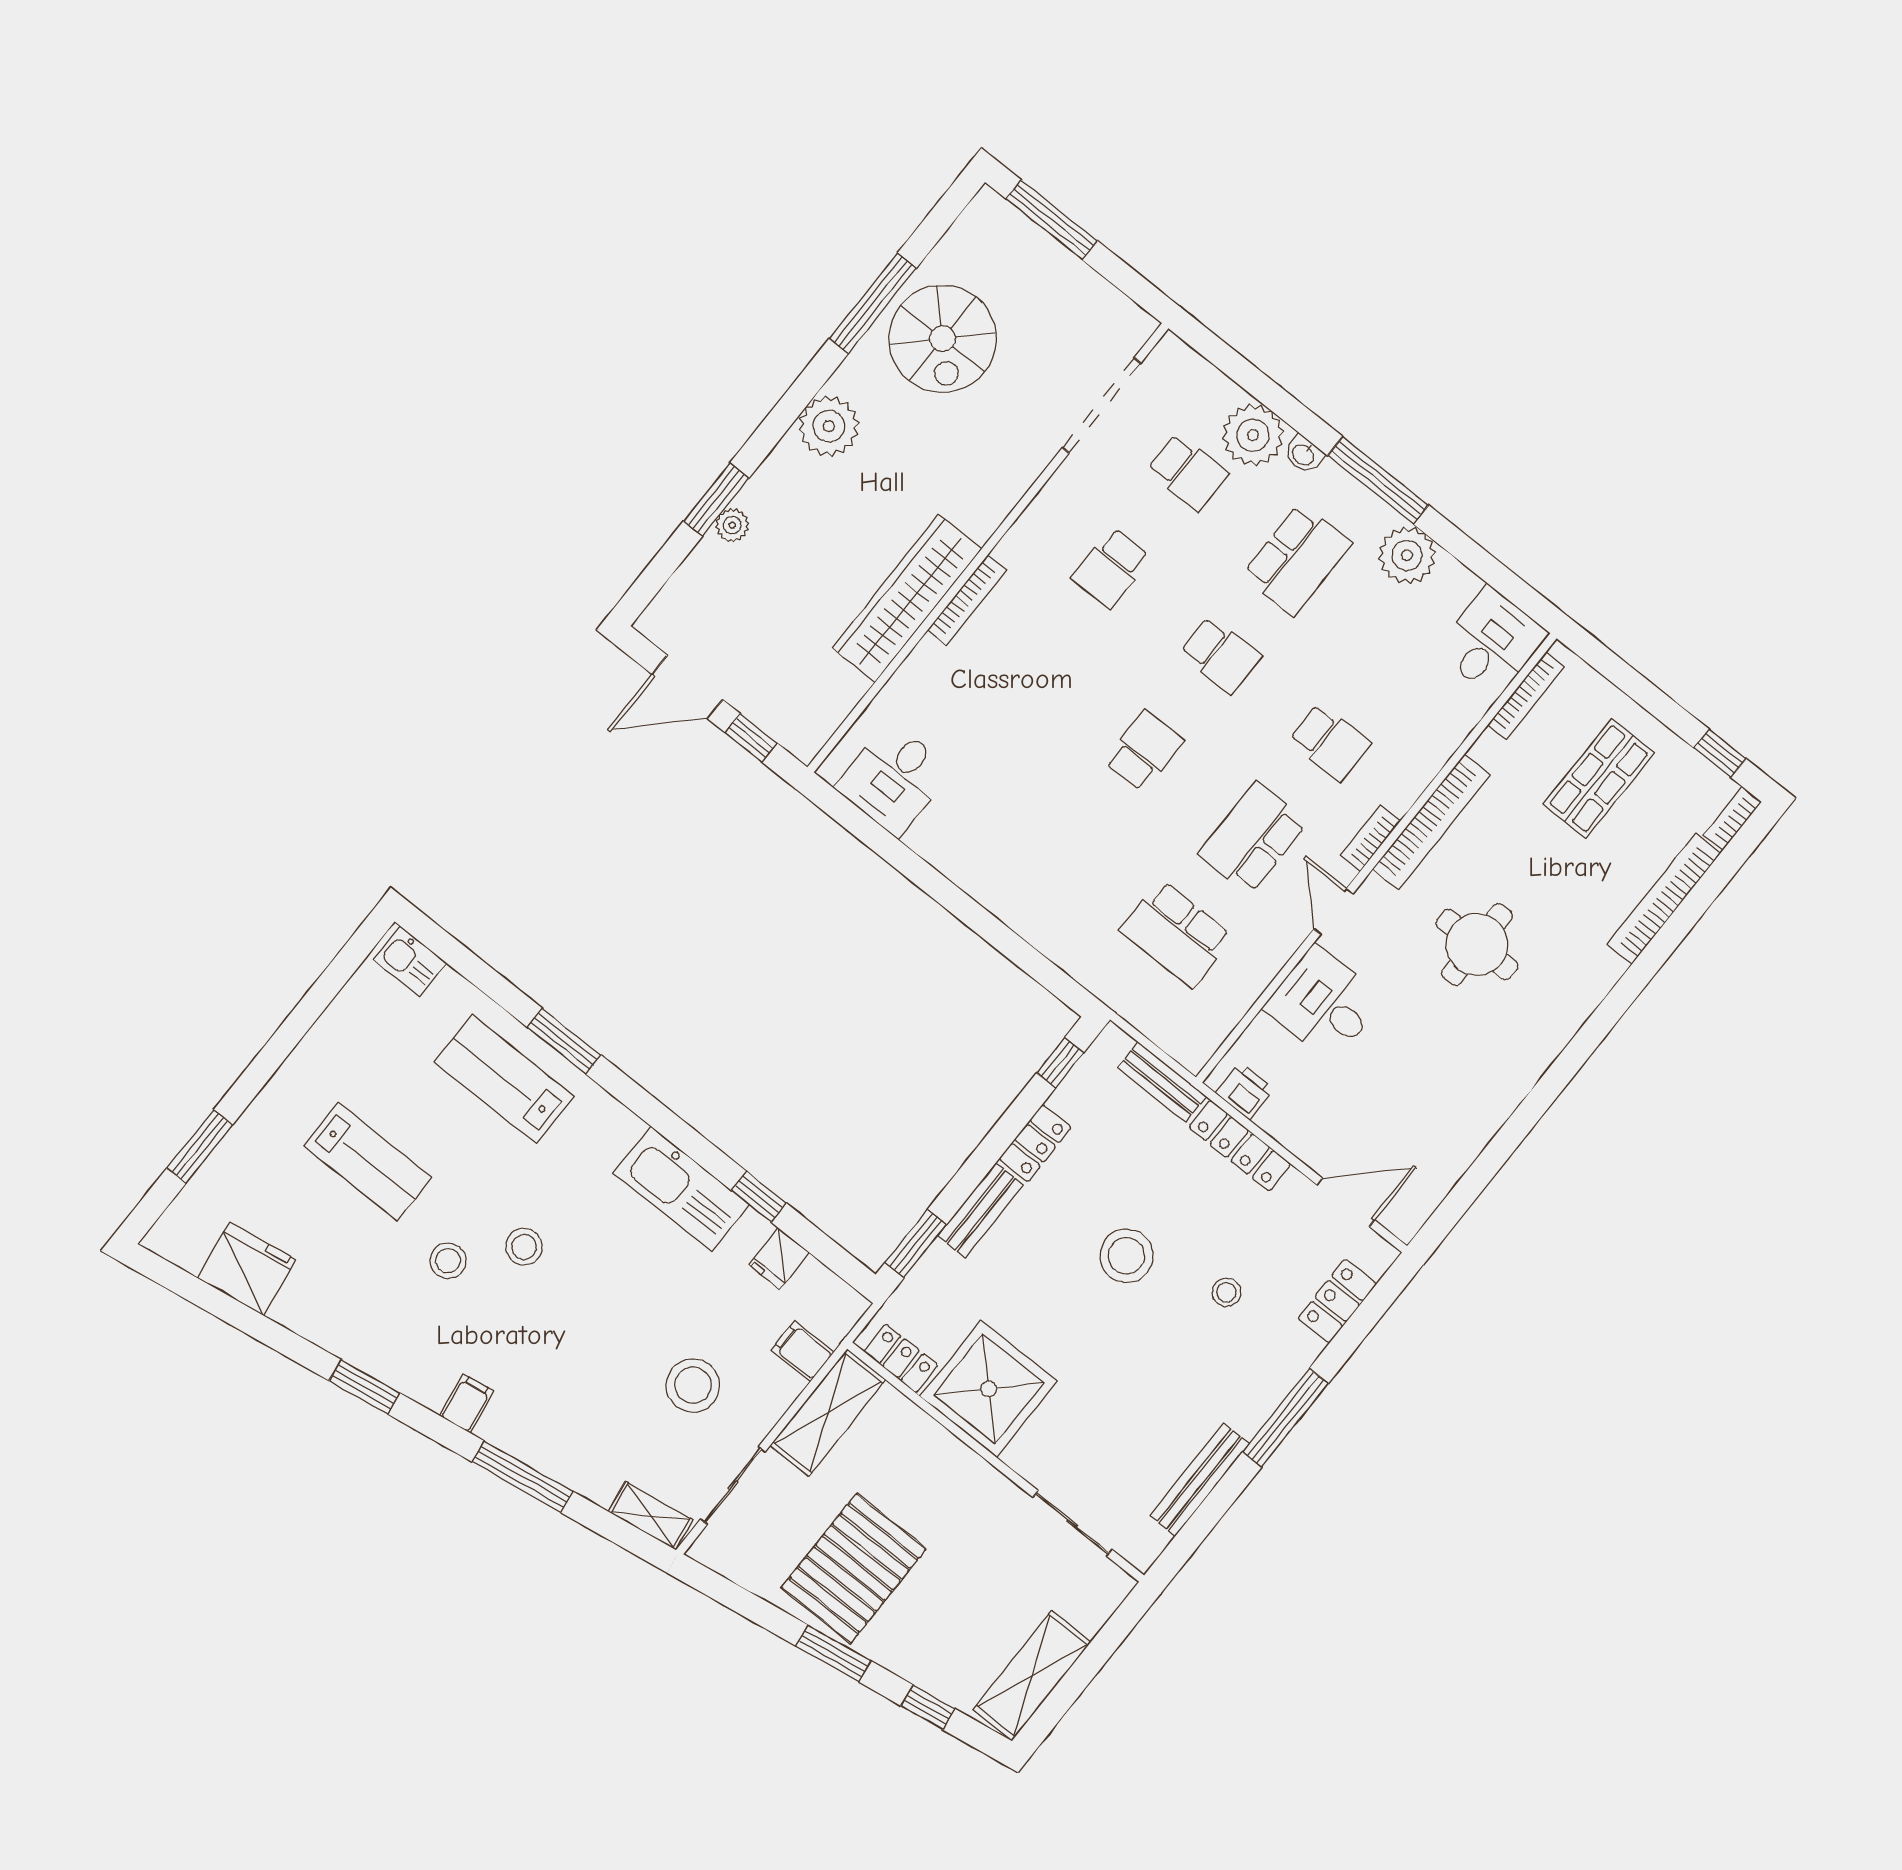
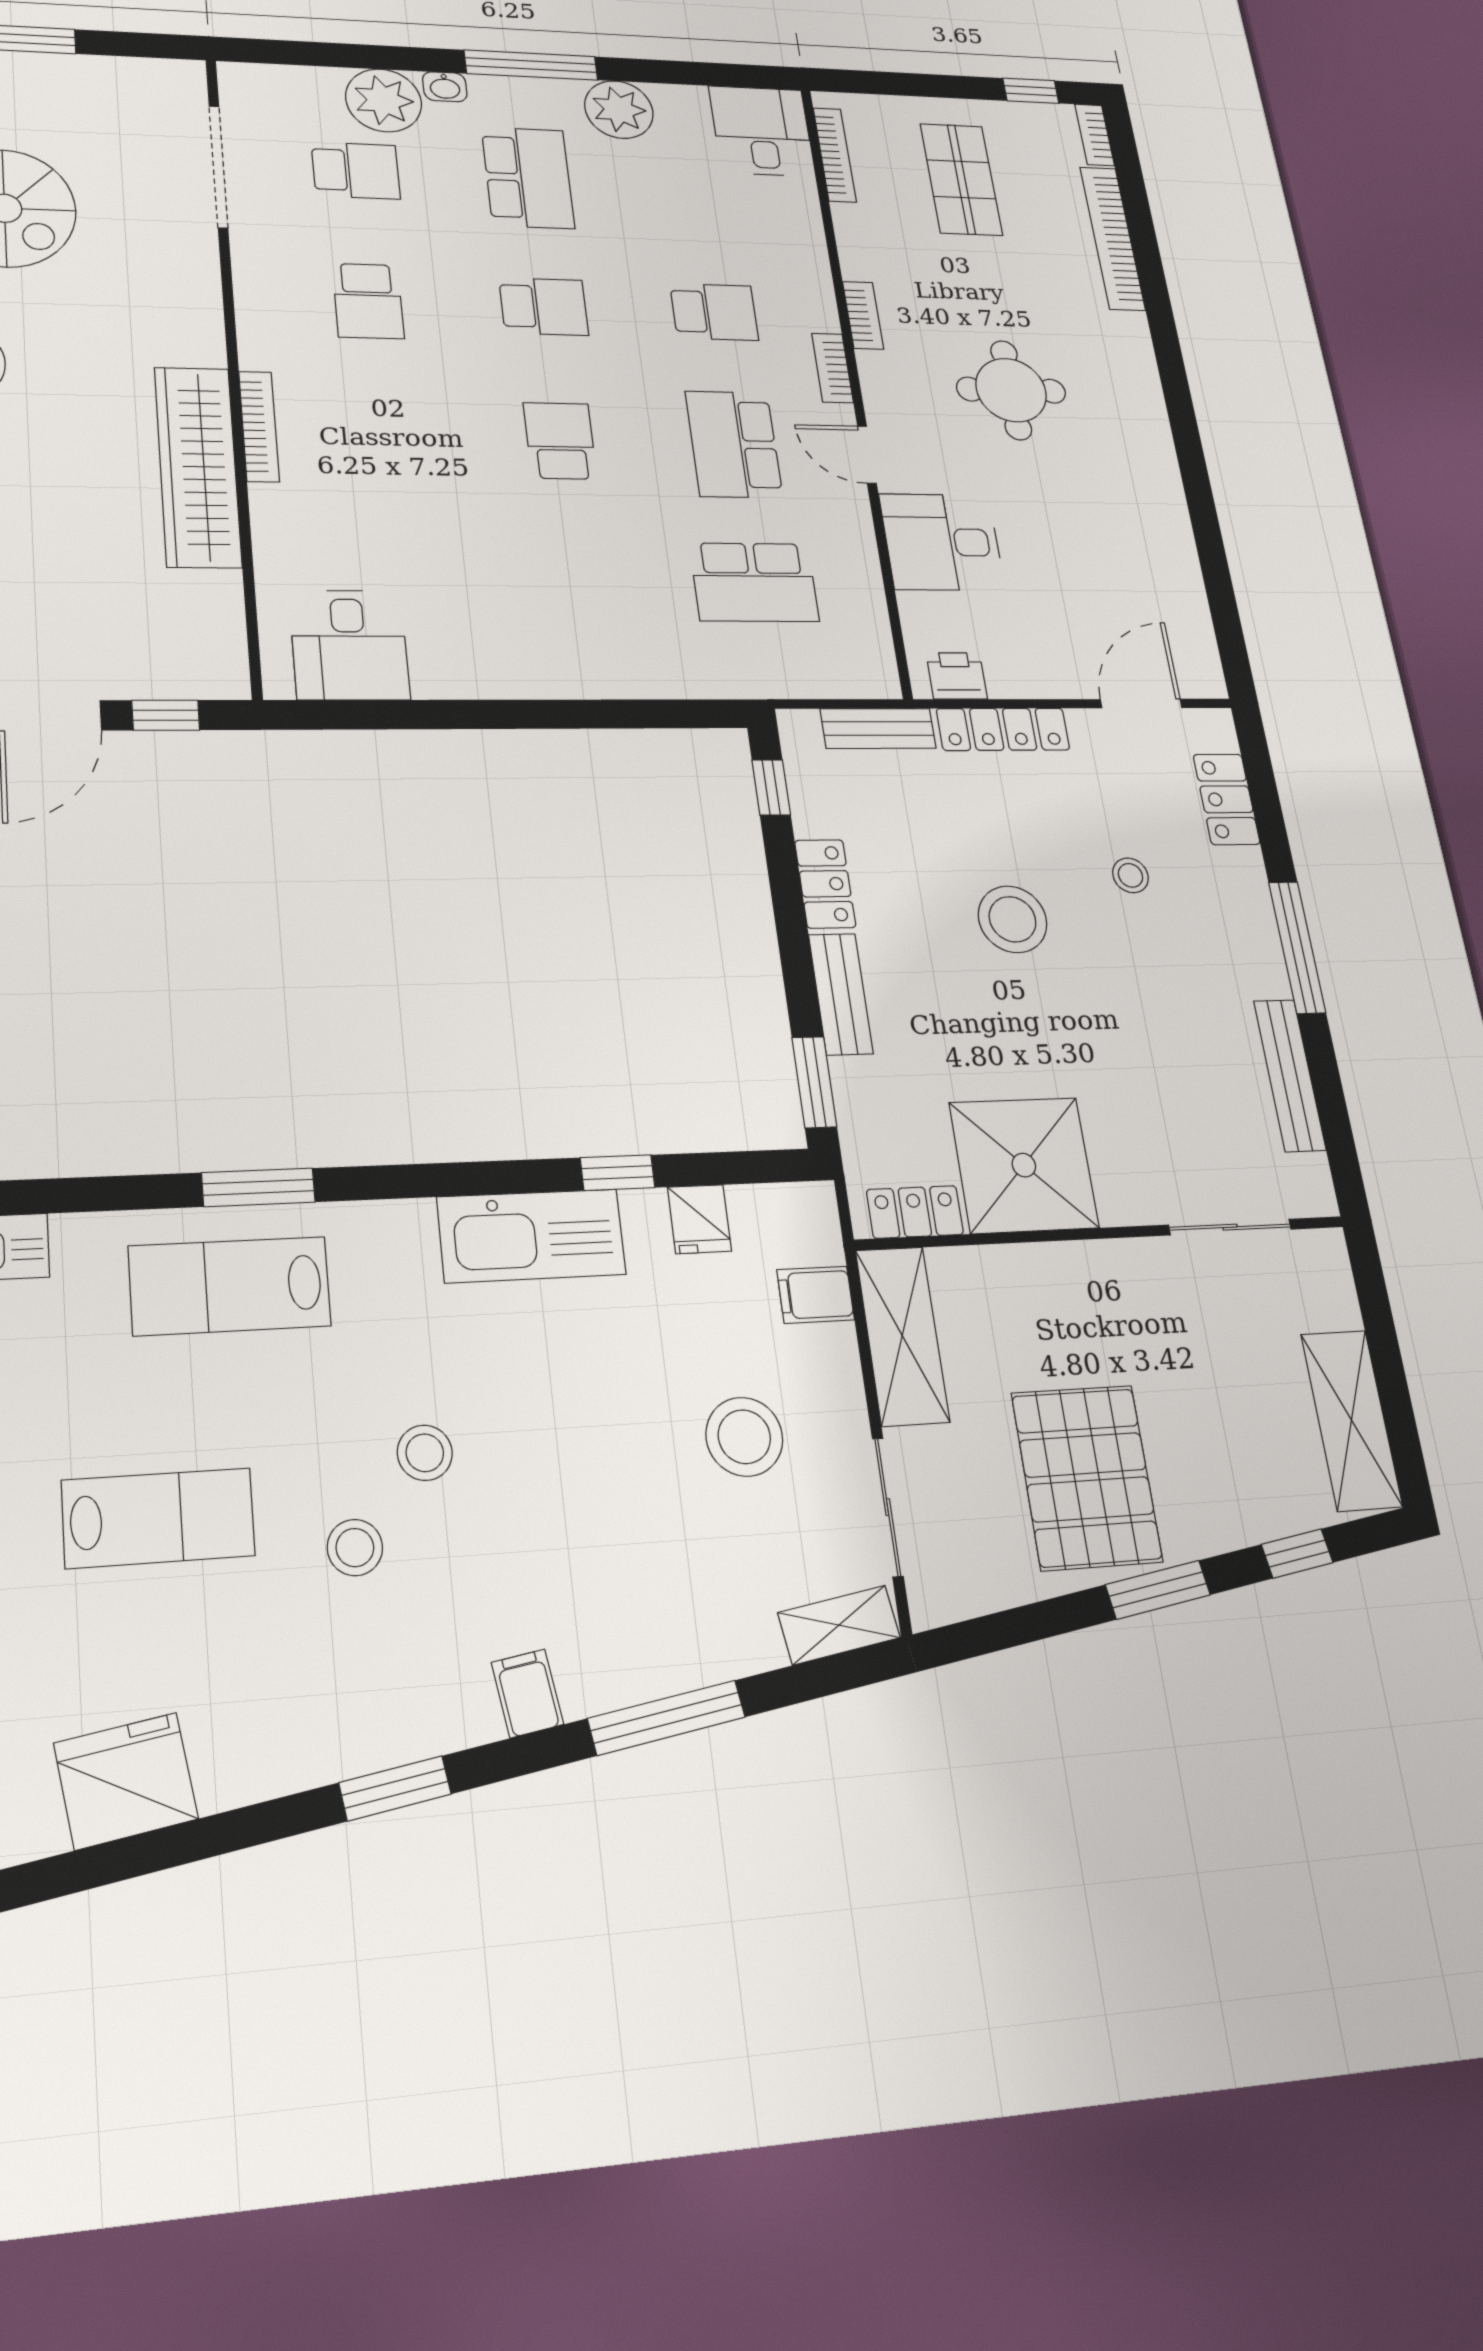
bookcase: (1431, 822) -> (863, 315), width x0.43, depth x0.76

